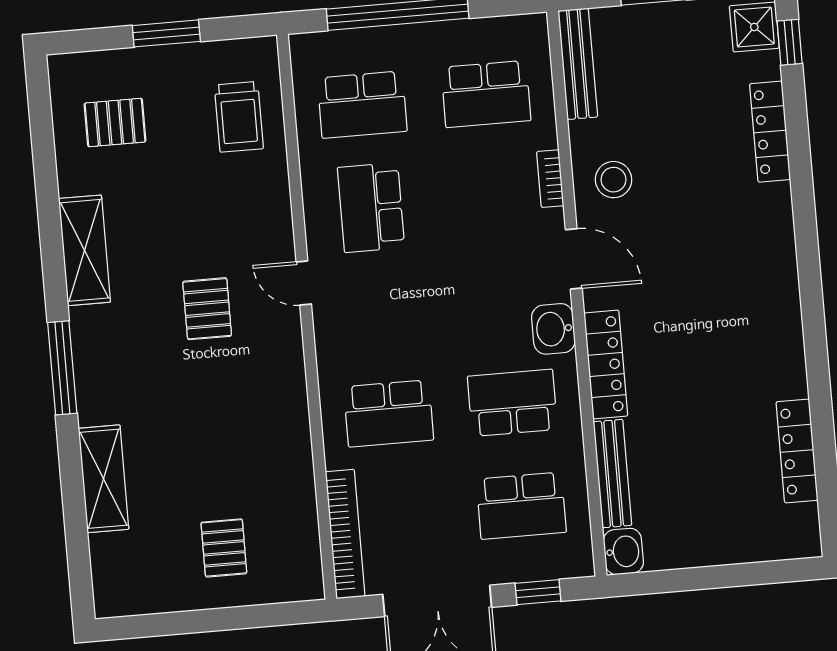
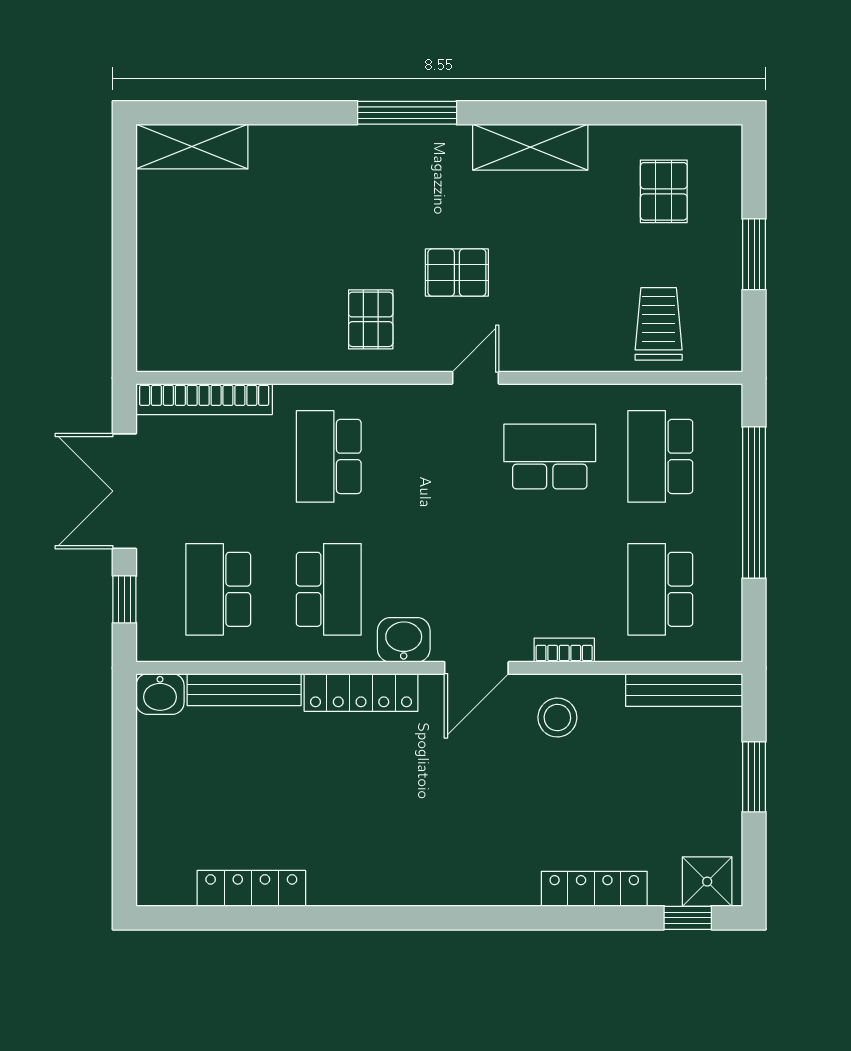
trolley: (239, 117) -> (659, 324), turned 90
shelving: (104, 479) -> (192, 147), moved
pallet: (224, 548) -> (371, 319), moved, turned 90

